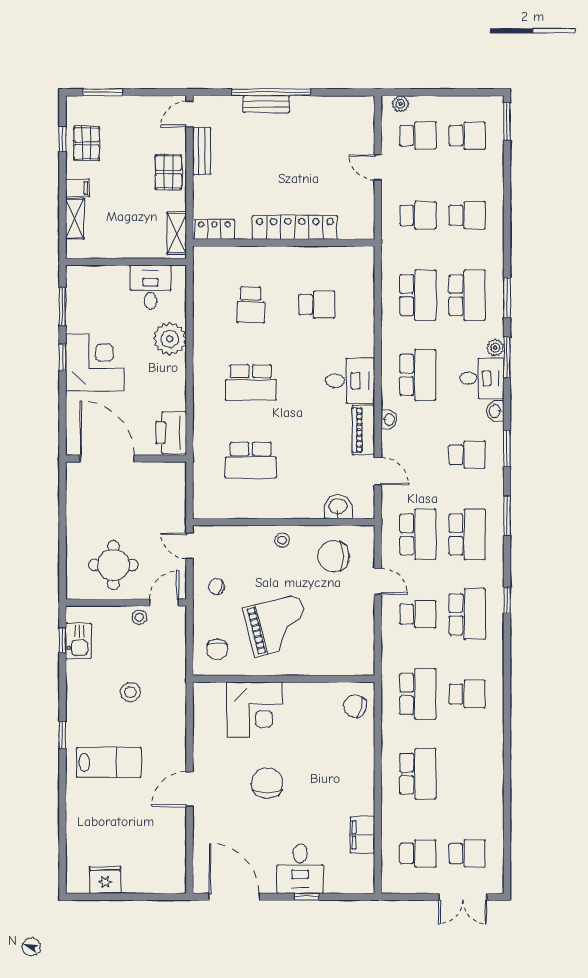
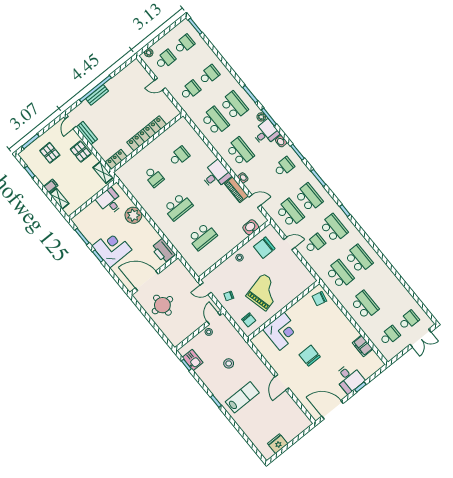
pallet: (87, 143) -> (50, 153), moved
round table: (113, 565) -> (162, 305), moved
school desk: (467, 694) -> (359, 259), width x1.85

